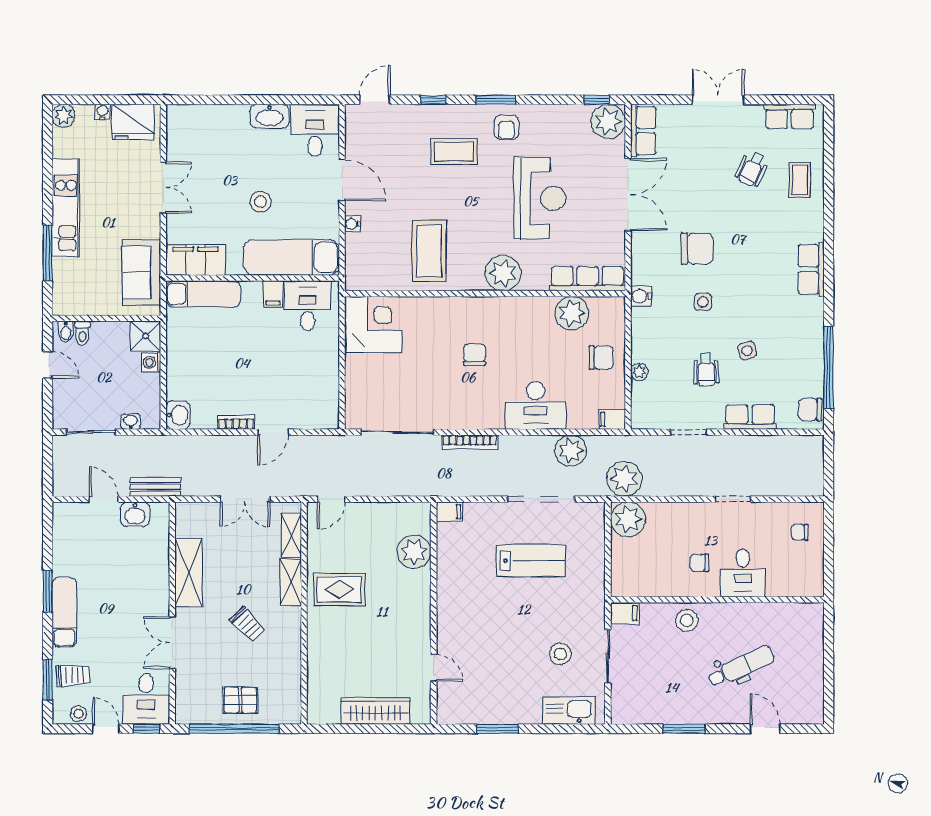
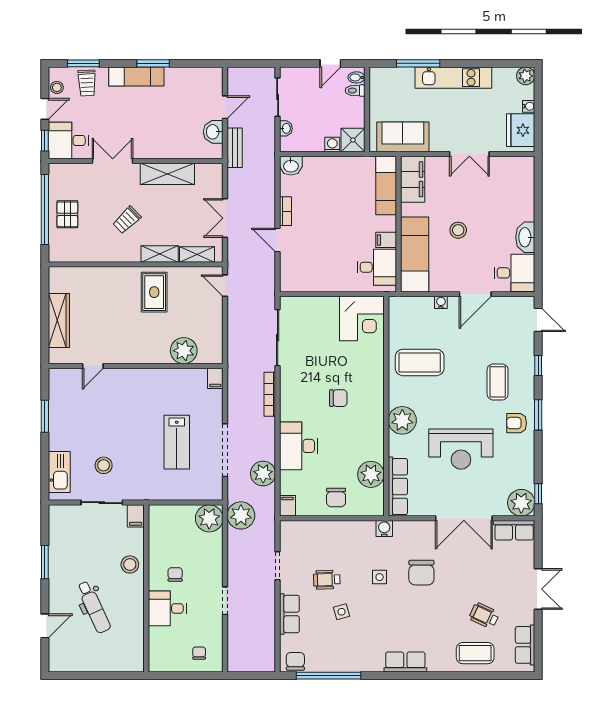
coffee table: (800, 180) -> (475, 653), width x1.36, depth x1.30
plant: (639, 372) -> (325, 527), removed

